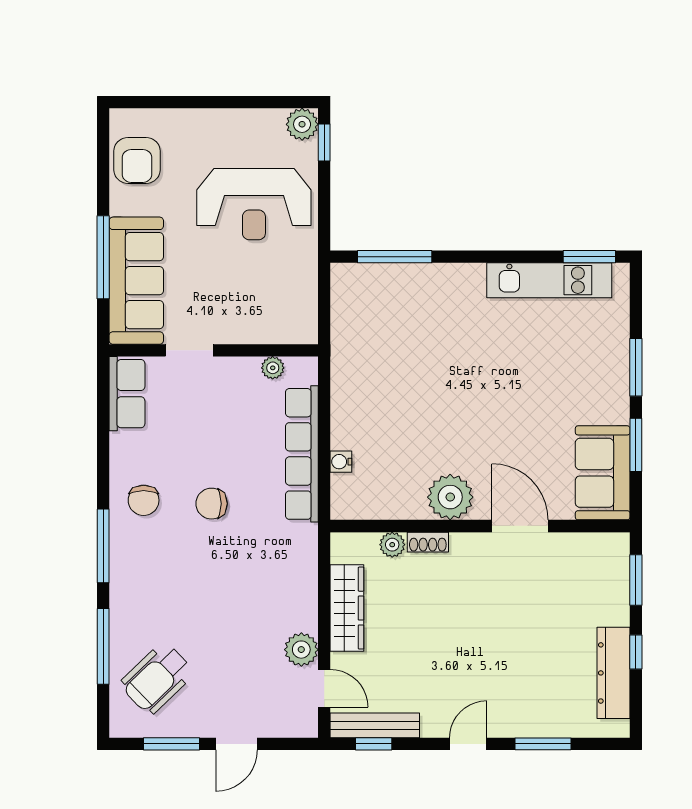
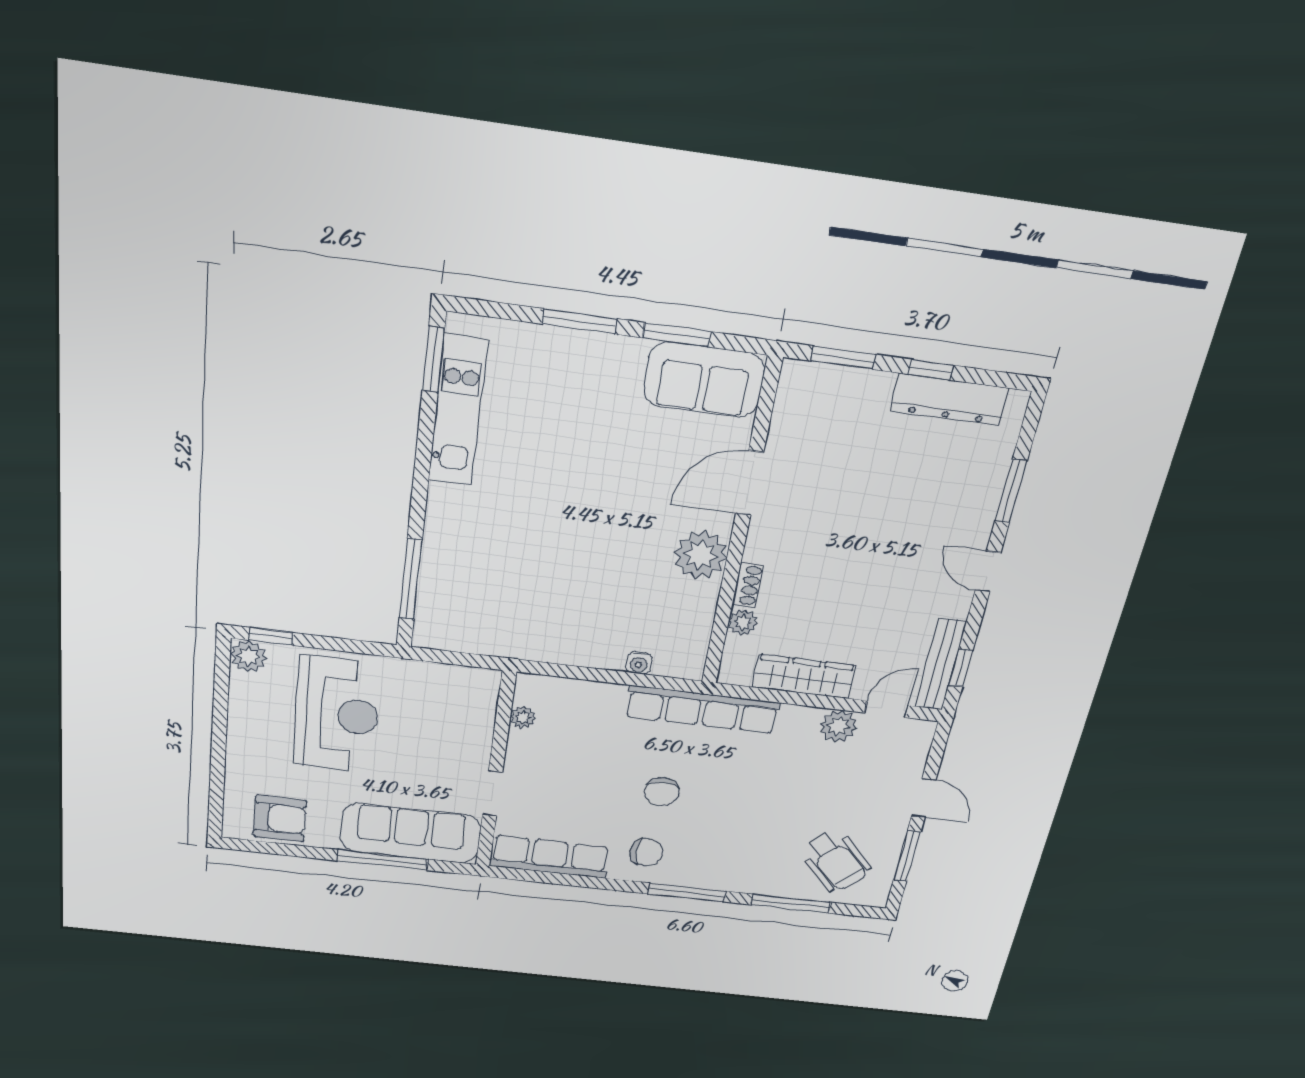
row of seats: (127, 394) -> (550, 857), width x1.48
row of seats: (302, 454) -> (703, 710), moved

